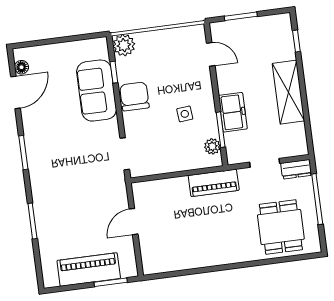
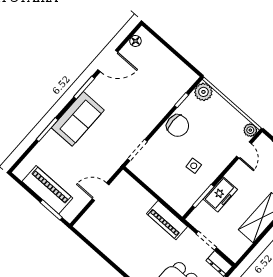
sofa: (97, 91) -> (78, 119), moved, turned 180
door: (15, 92) -> (108, 61), moved
chair: (134, 96) -> (178, 126), turned 90
plant: (212, 146) -> (250, 130), moved

